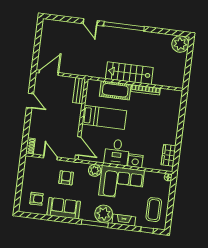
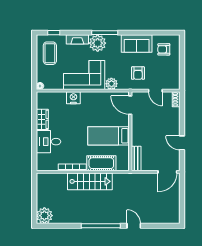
desk: (117, 152) -> (48, 142), moved, turned -90
wardrobe: (169, 155) -> (42, 119), moved

